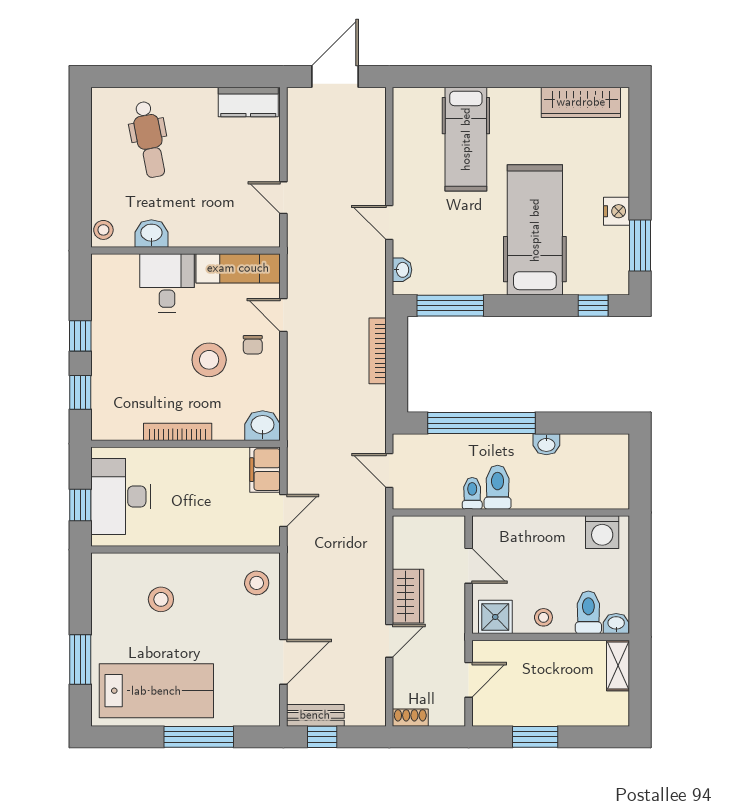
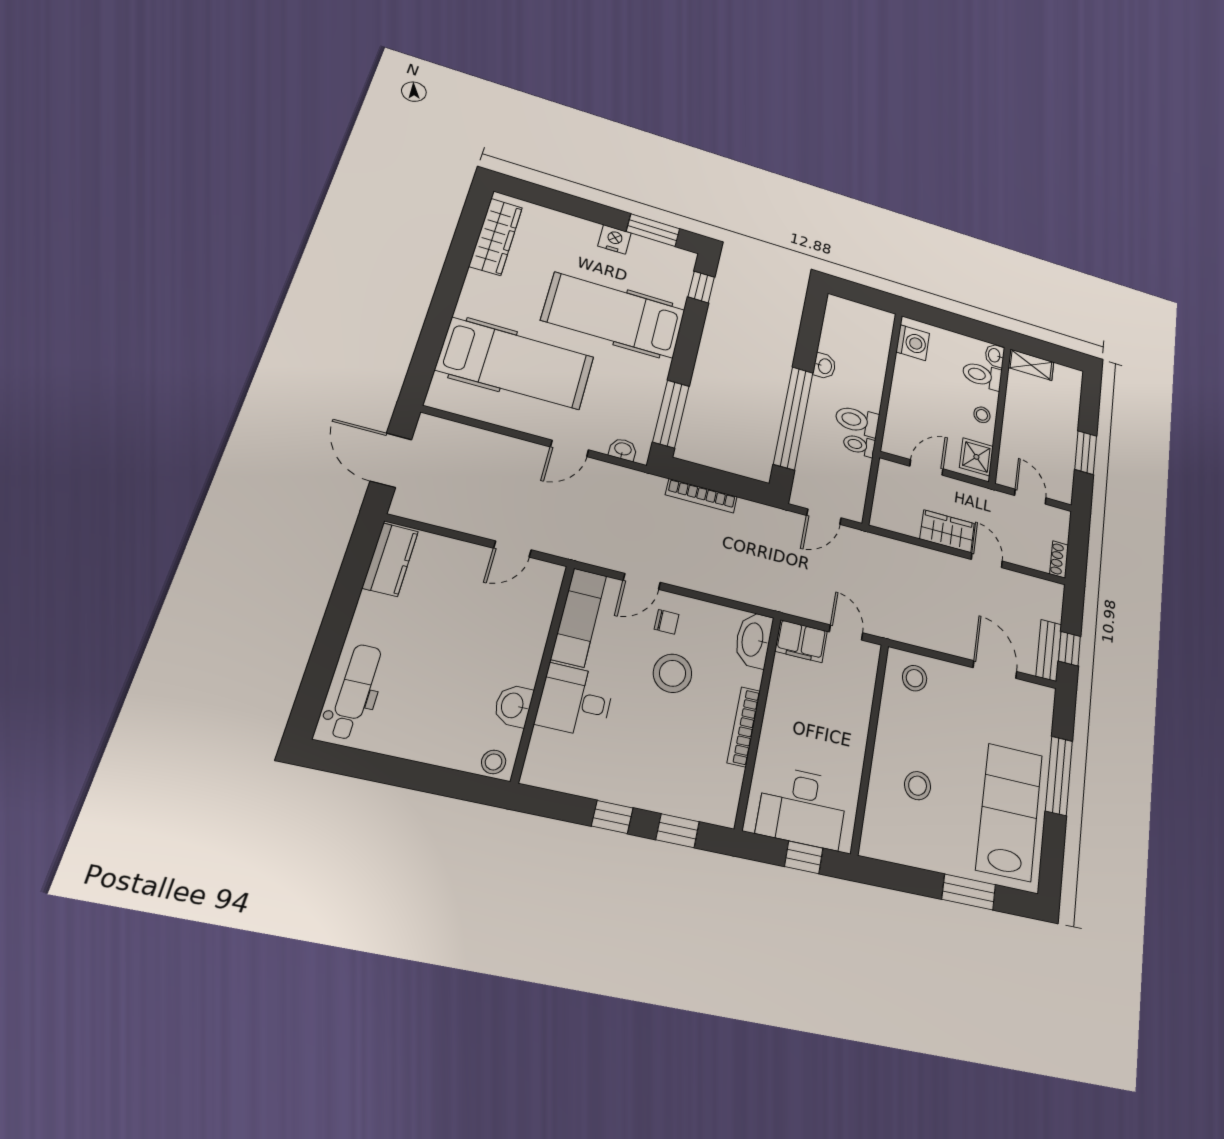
dental chair: (149, 139) -> (355, 691), moved, turned -79
hospital bed: (466, 139) -> (515, 363), width x1.37, depth x1.29
washbasin: (263, 426) -> (753, 640), width x1.38

